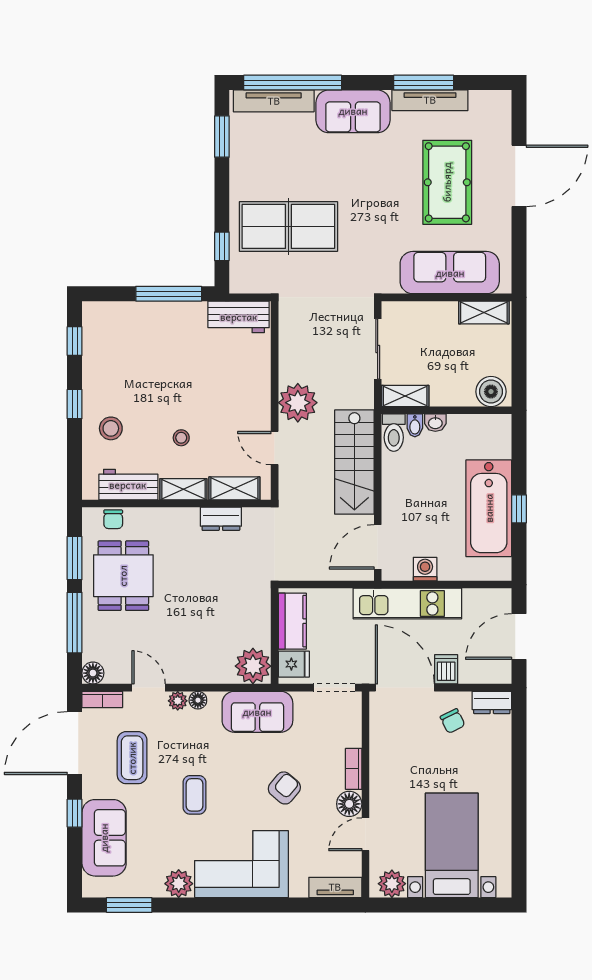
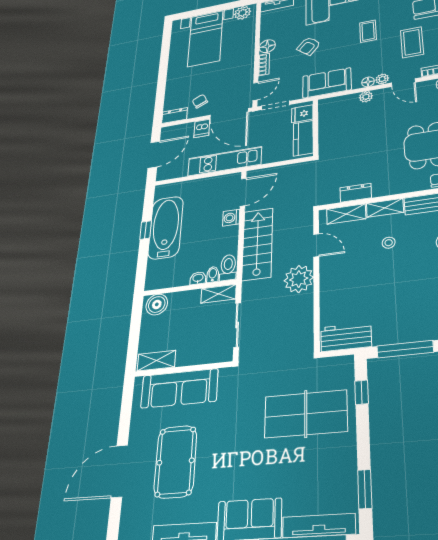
washing machine: (425, 569) -> (231, 218), moved, turned 90
plant: (253, 666) -> (366, 97), moved, width x0.53, depth x0.53
door: (365, 834) -> (255, 91), moved

